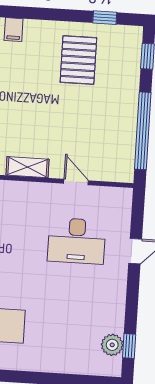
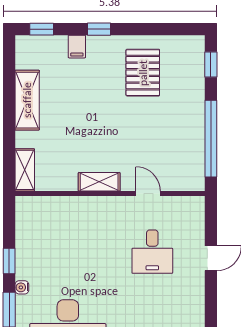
window: (105, 18) -> (99, 29), moved
desk: (77, 241) -> (152, 252), width x0.73

